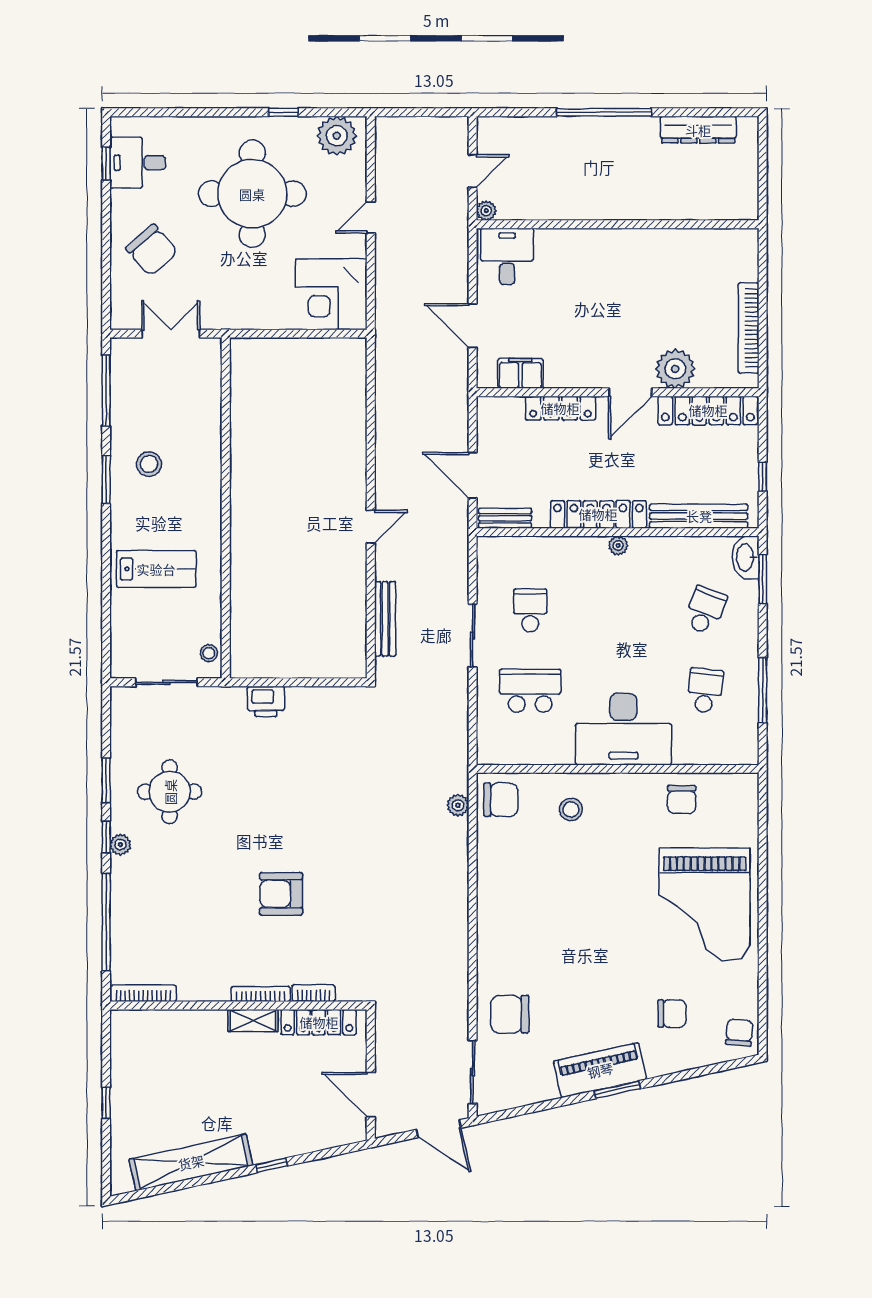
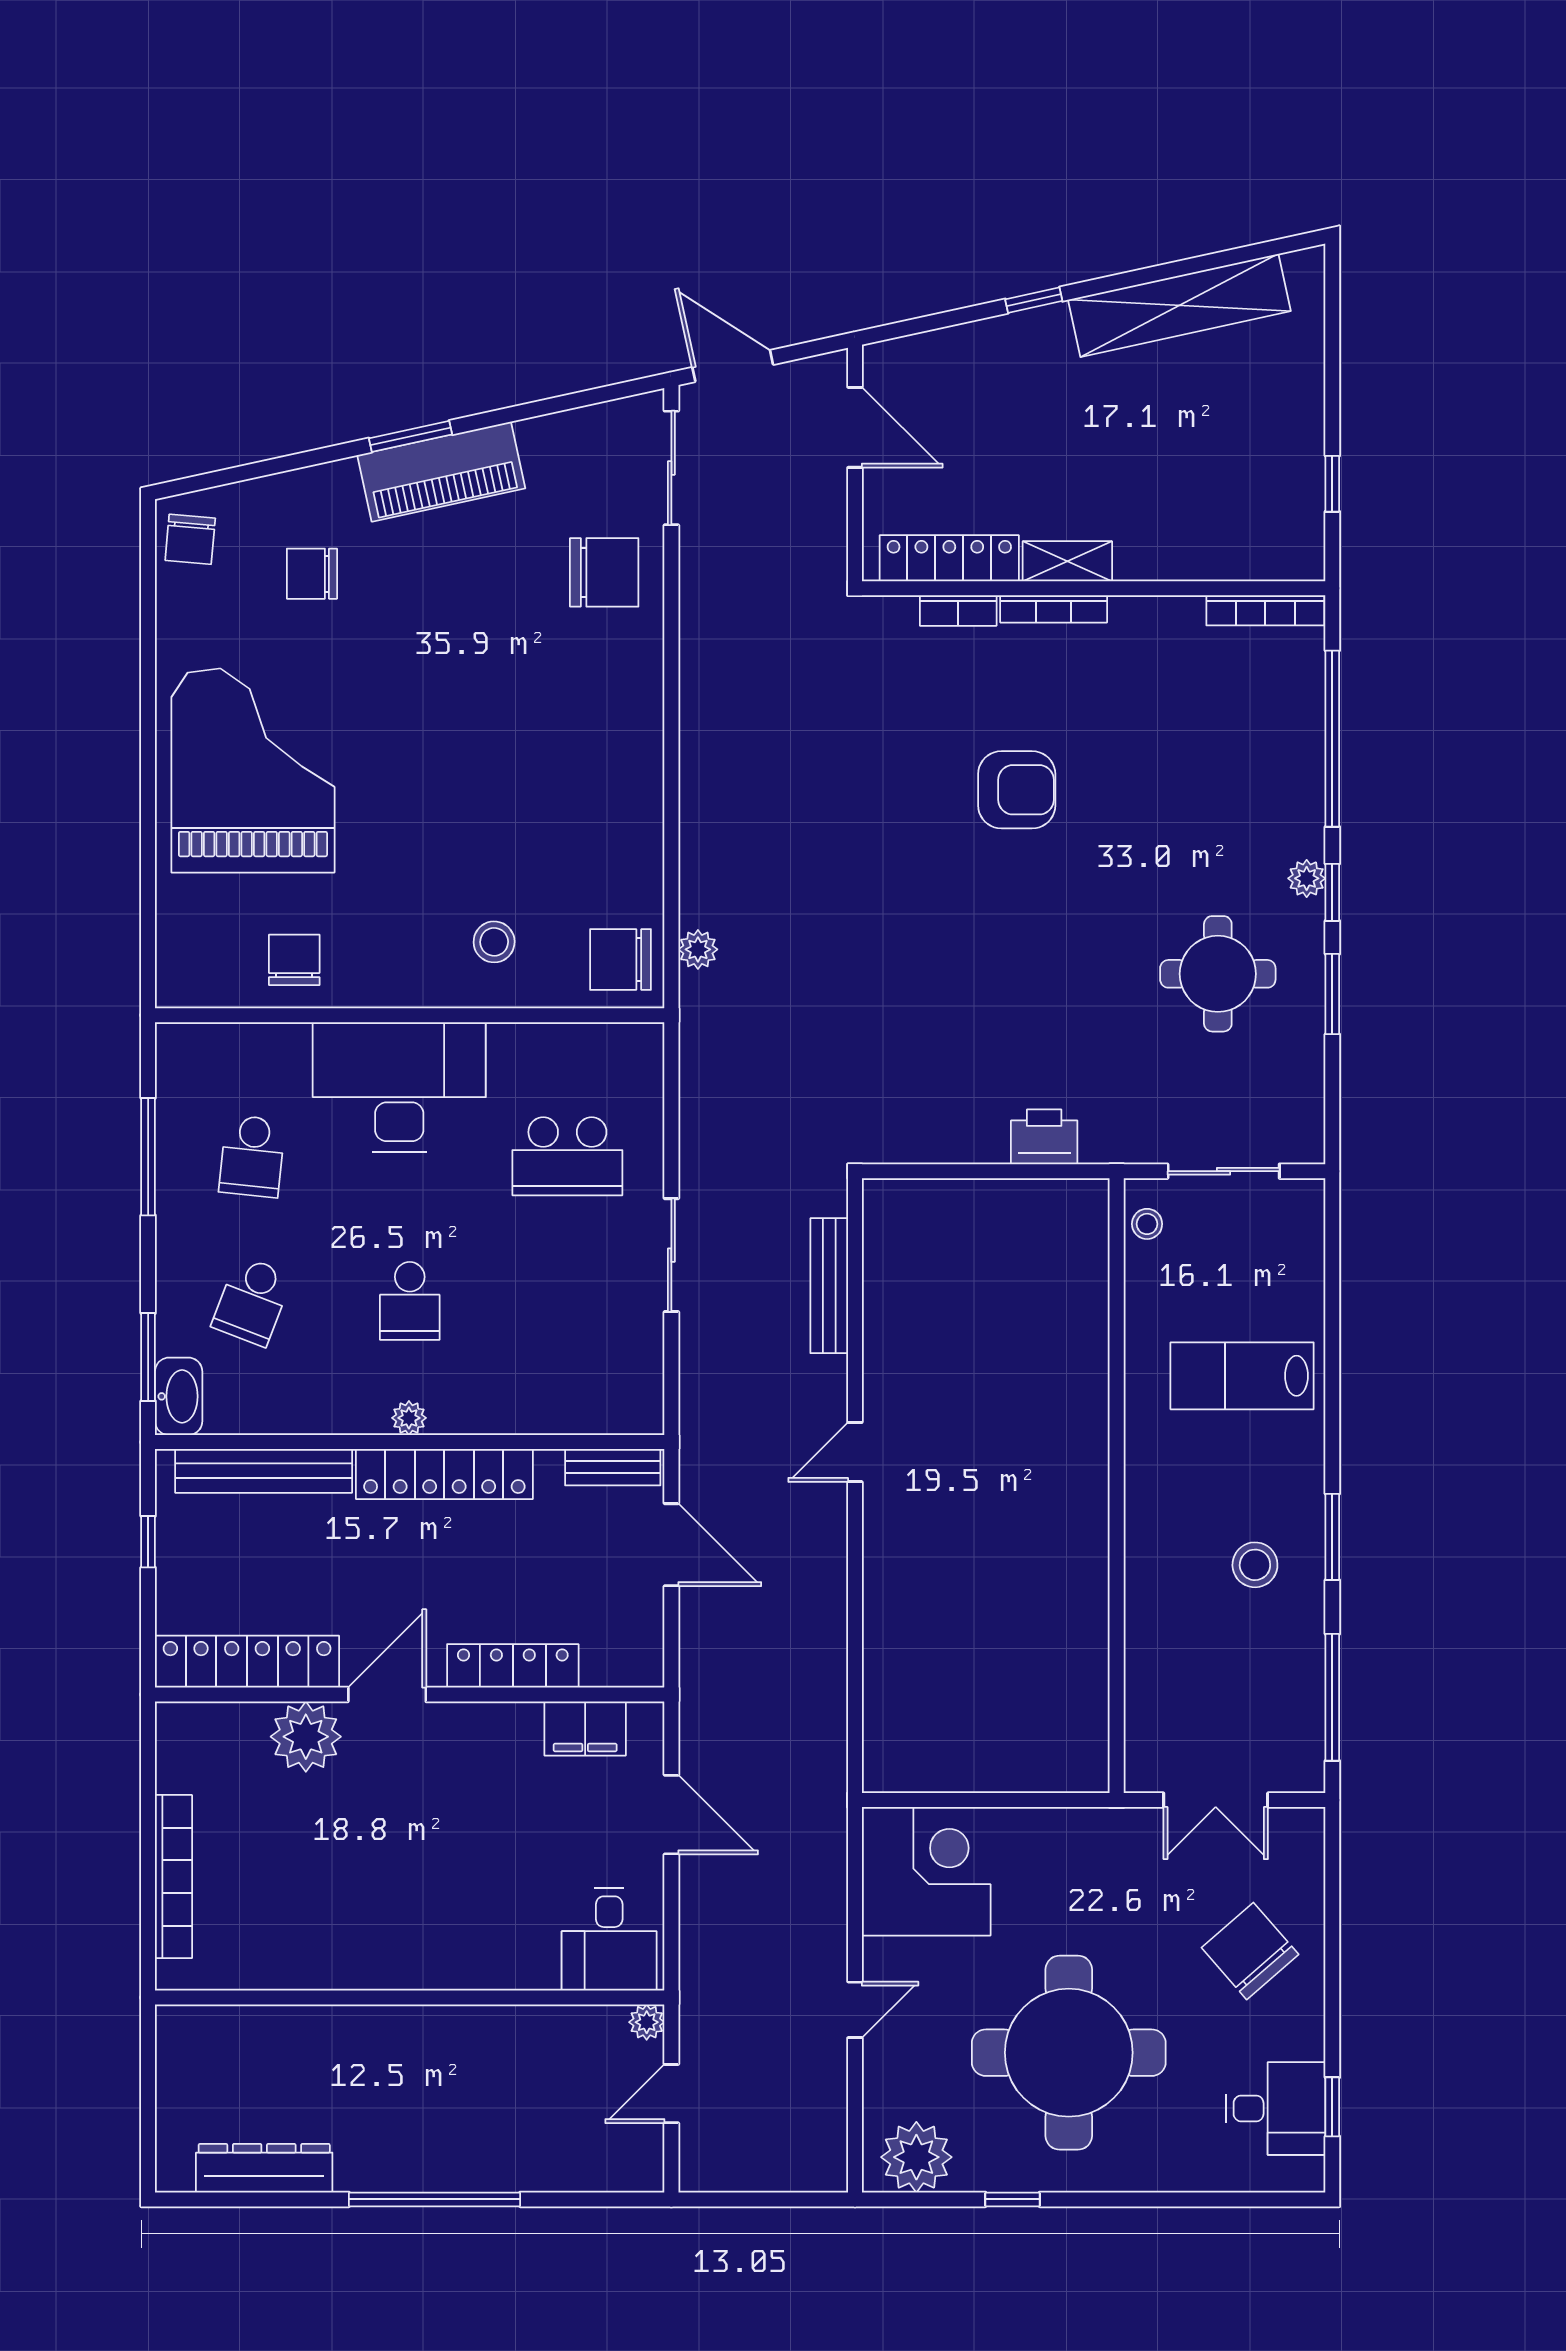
bookcase: (749, 328) -> (173, 1877), moved
school desk: (530, 610) -> (410, 1301), moved
window: (106, 1103) -> (1332, 484), moved

